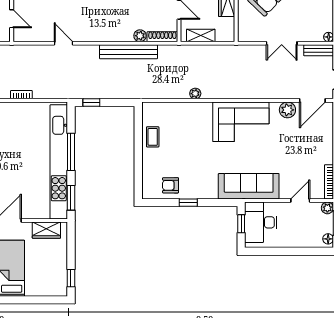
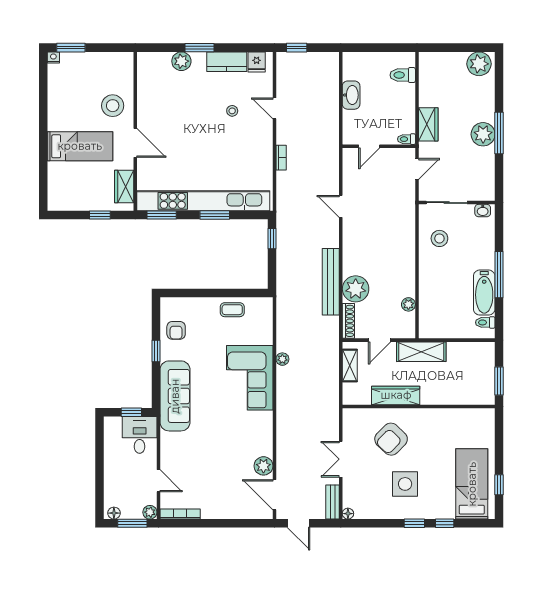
plant: (140, 36) -> (356, 289), width x1.87, depth x1.87
door: (64, 43) -> (341, 206), swing flipped
corner sofa: (241, 122) -> (250, 378), moved
window: (71, 152) -> (215, 215), width x0.69
armchair: (171, 185) -> (176, 330), turned 180
sofa: (249, 186) -> (175, 396), moved
desk: (261, 222) -> (140, 435), width x0.73
window: (71, 278) -> (100, 215), moved

